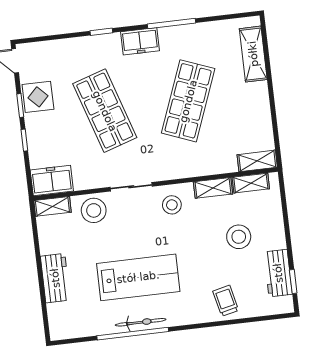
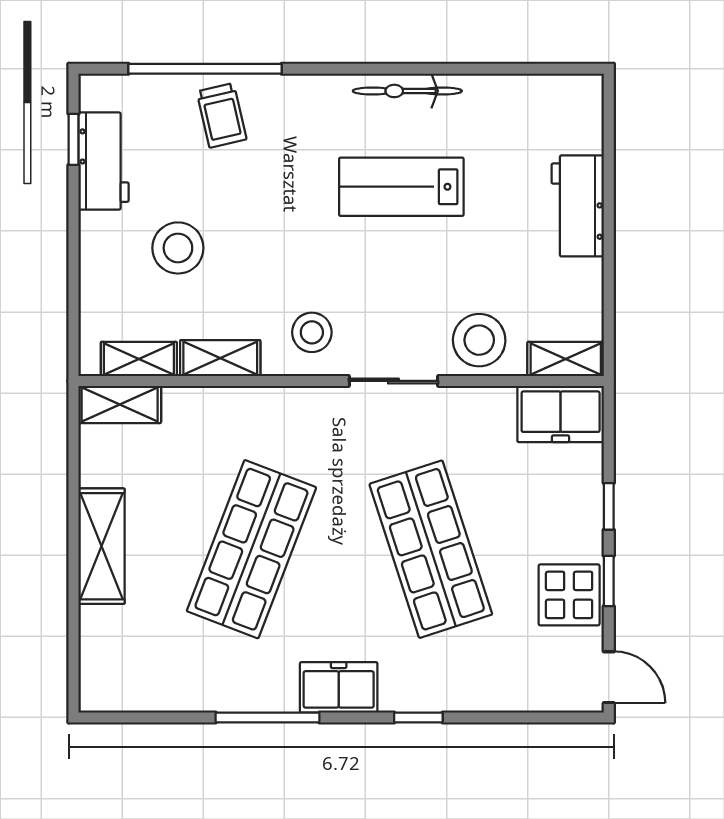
shelving: (253, 54) -> (102, 546), moved
lab bench: (138, 277) -> (401, 187), width x0.73, depth x0.72
window: (133, 334) -> (205, 69), moved

